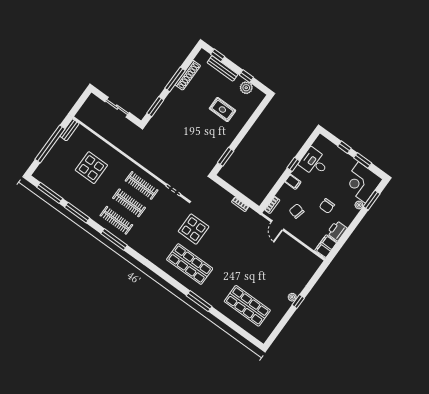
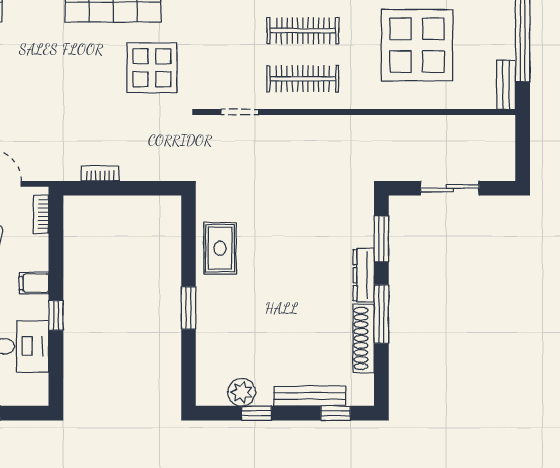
dresser: (171, 98) -> (364, 275), added
rug: (222, 110) -> (220, 248), moved, turned 90
window: (226, 157) -> (189, 308), moved
display table: (91, 168) -> (417, 45), width x1.36, depth x1.36

